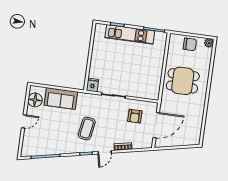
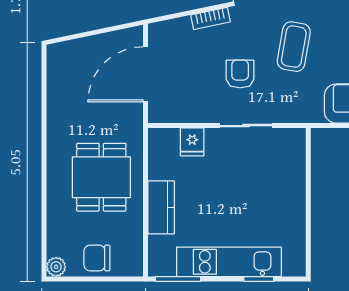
kitchen counter: (157, 63) -> (161, 207), added
dining table: (183, 81) -> (101, 177), turned 90
fridge: (93, 85) -> (192, 142), moved
armchair: (135, 116) -> (240, 74), moved

